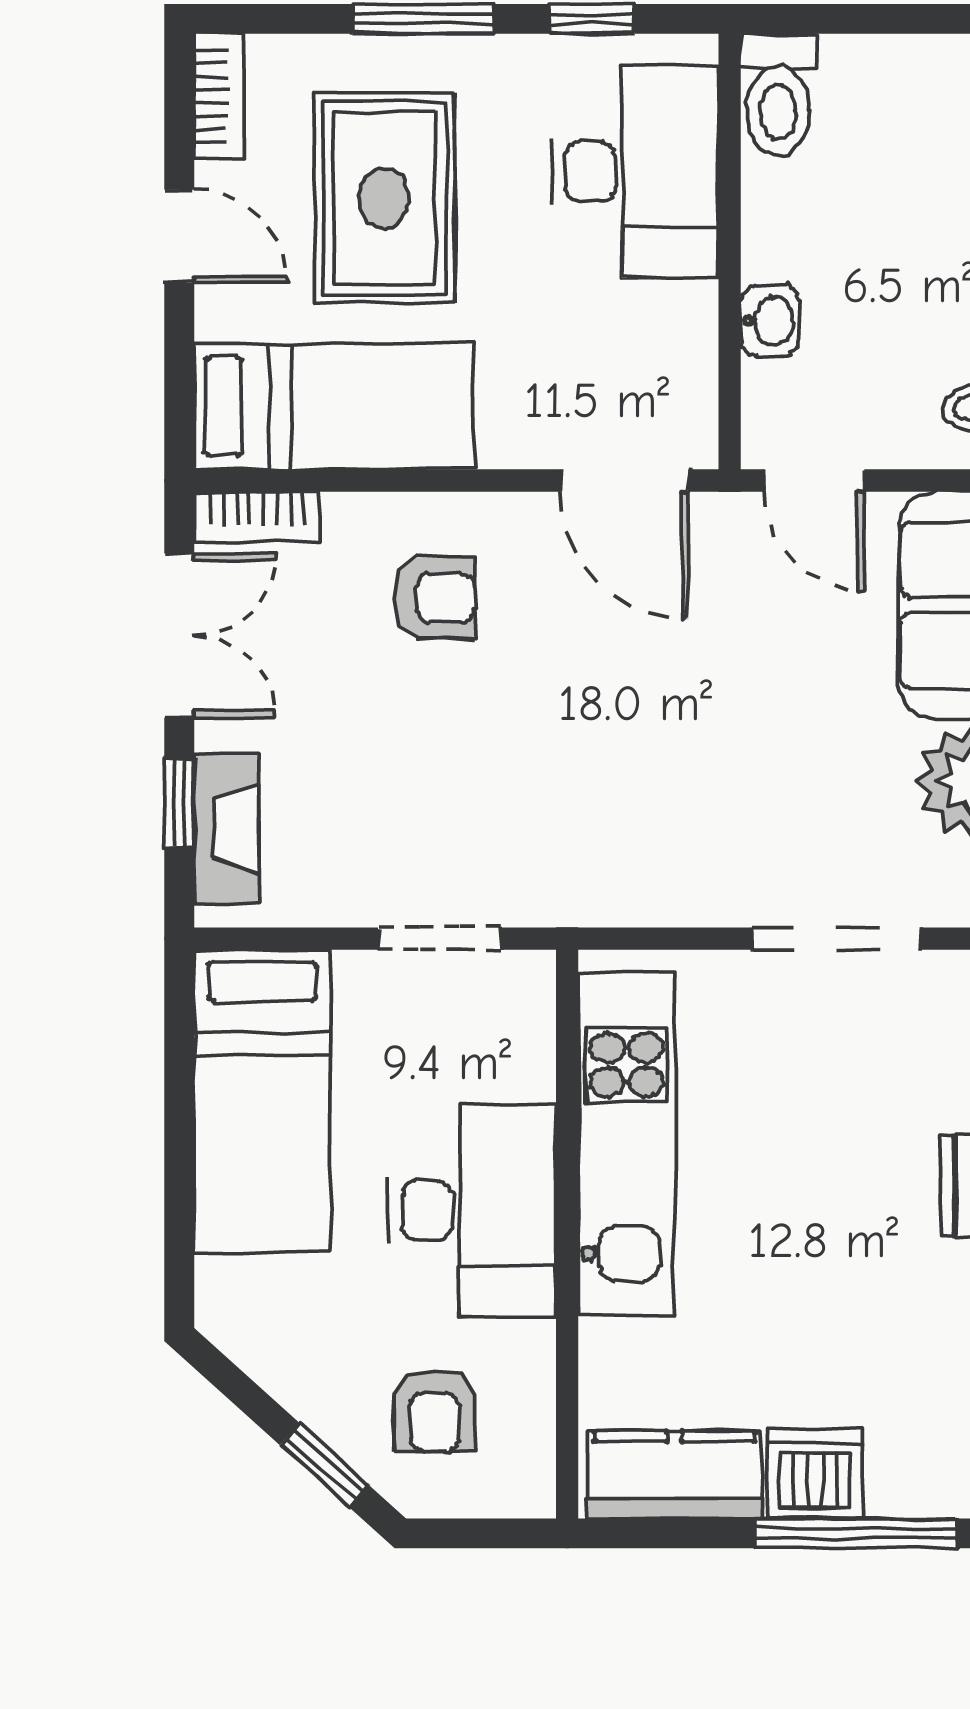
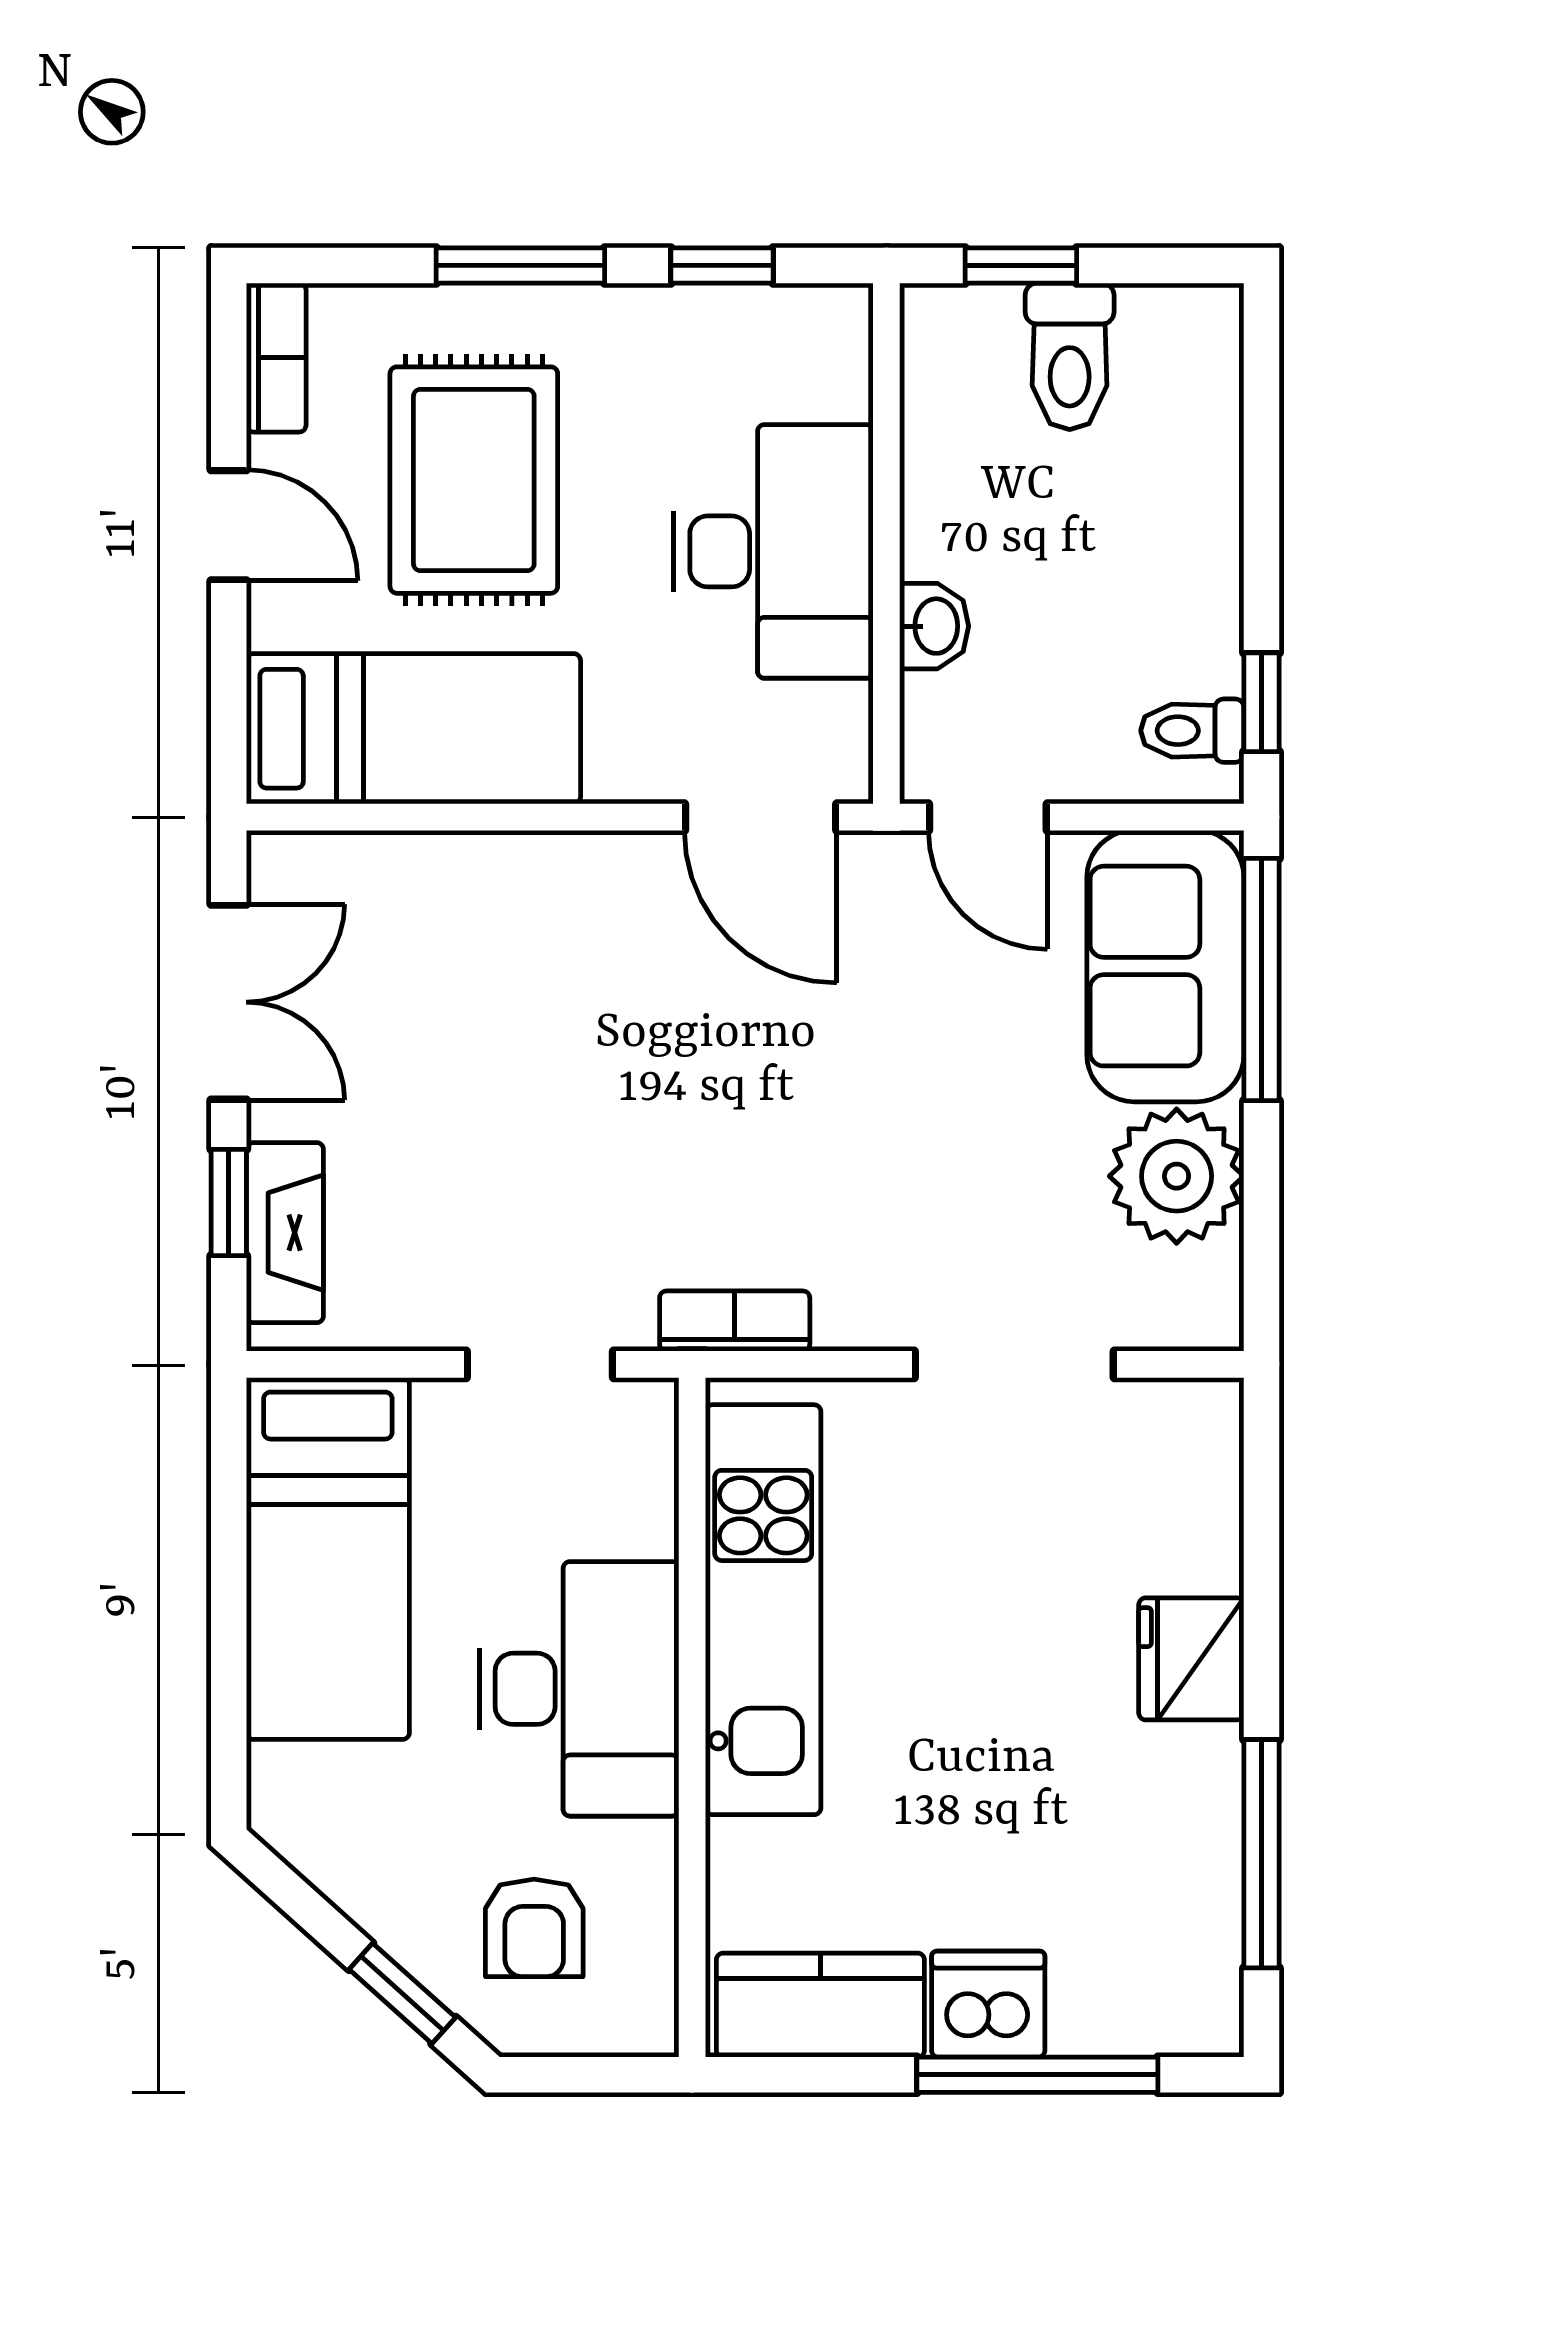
window: (842, 19) -> (1021, 265), added
toilet: (778, 95) -> (1070, 356), moved
desk: (635, 172) -> (773, 551), moved
bookcase: (257, 517) -> (735, 1321), moved, turned 180
armchair: (434, 598) -> (533, 958), removed

